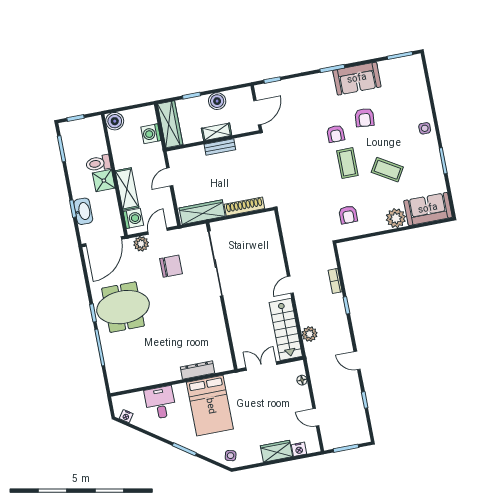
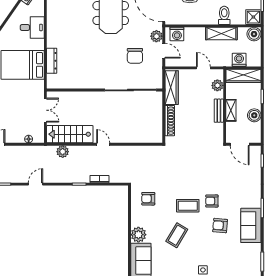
plant: (188, 155) -> (217, 85), added
shower: (104, 181) -> (253, 17), moved
shelving: (127, 189) -> (221, 33), moved

